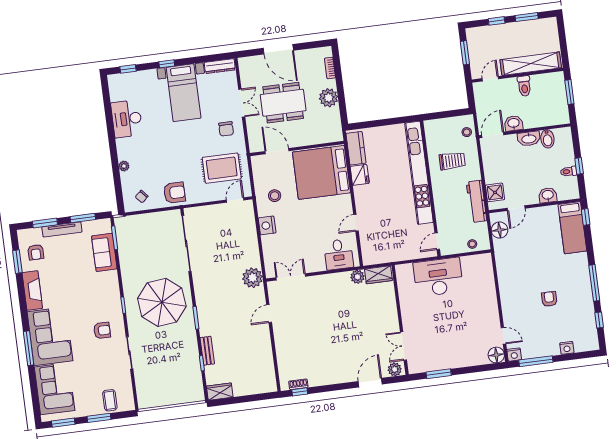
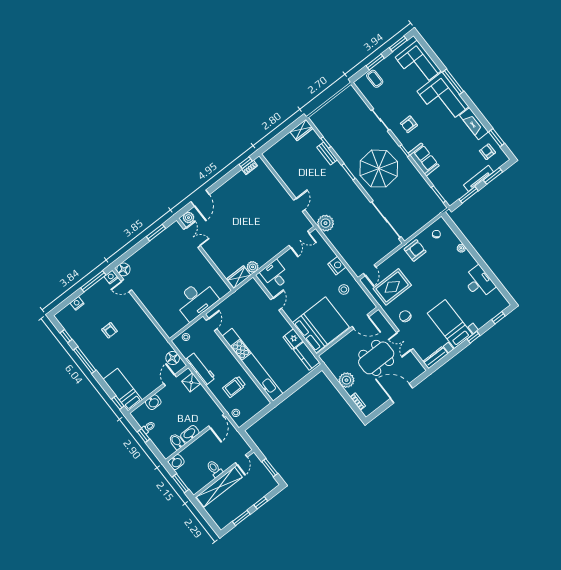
washbasin: (514, 123) -> (176, 462), moved
armchair: (174, 193) -> (415, 250), turned 180
sofa: (104, 252) -> (424, 160), moved

